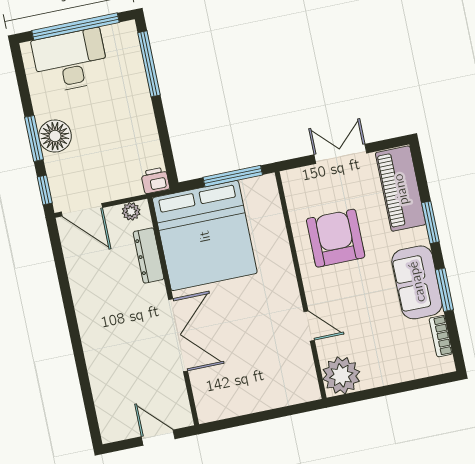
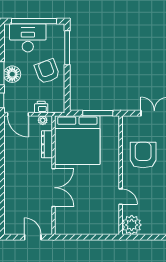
armchair: (120, 117) -> (47, 71), added
printer: (155, 180) -> (41, 107), moved

